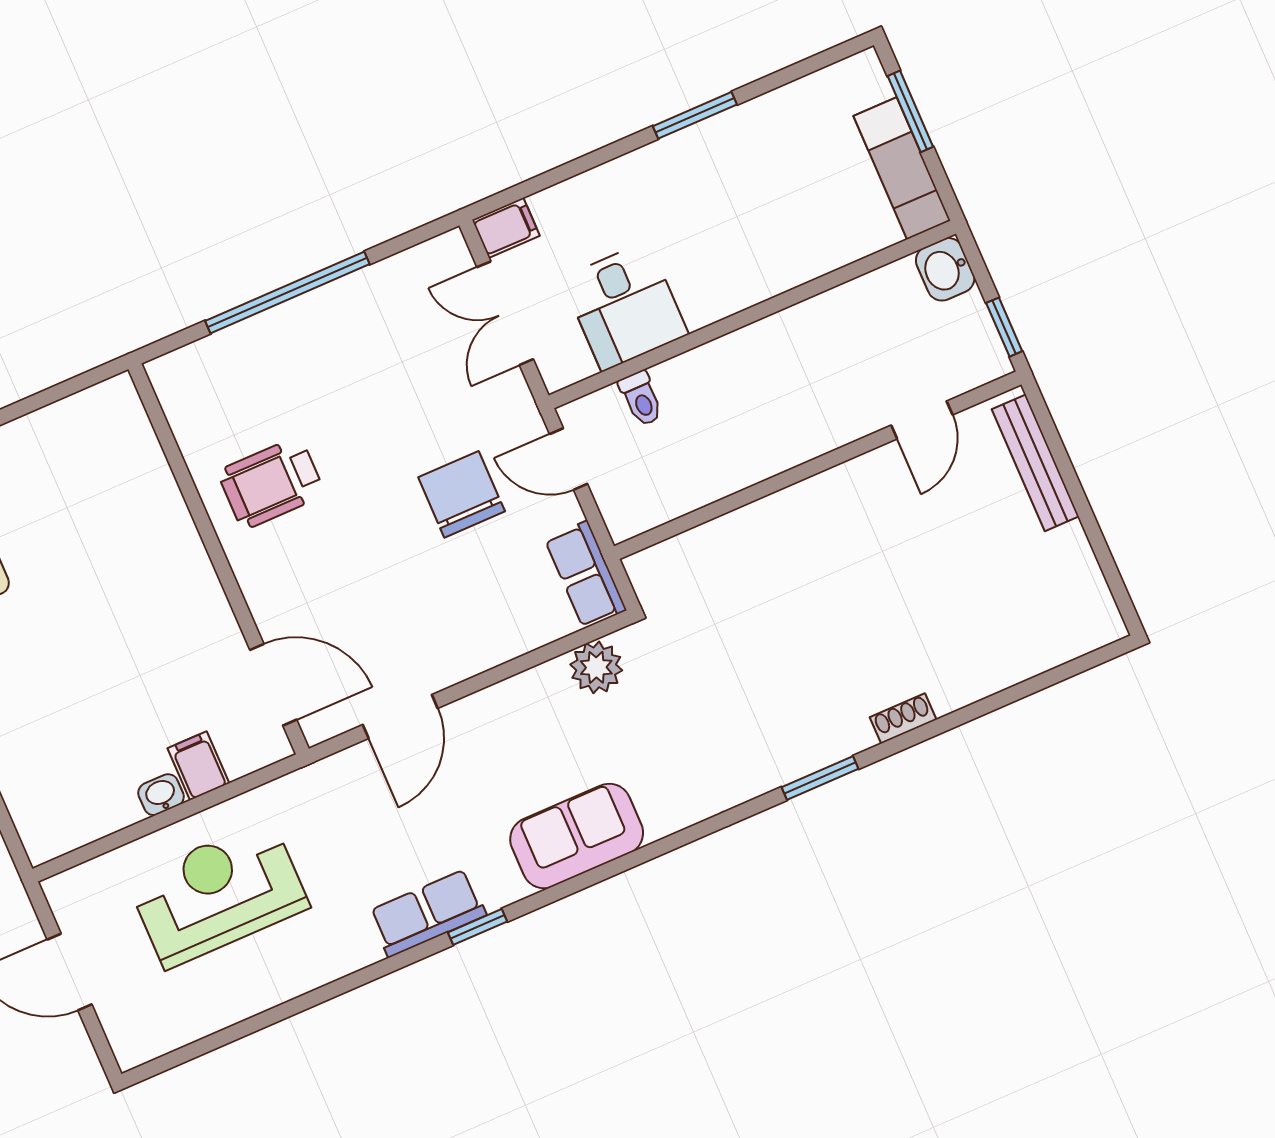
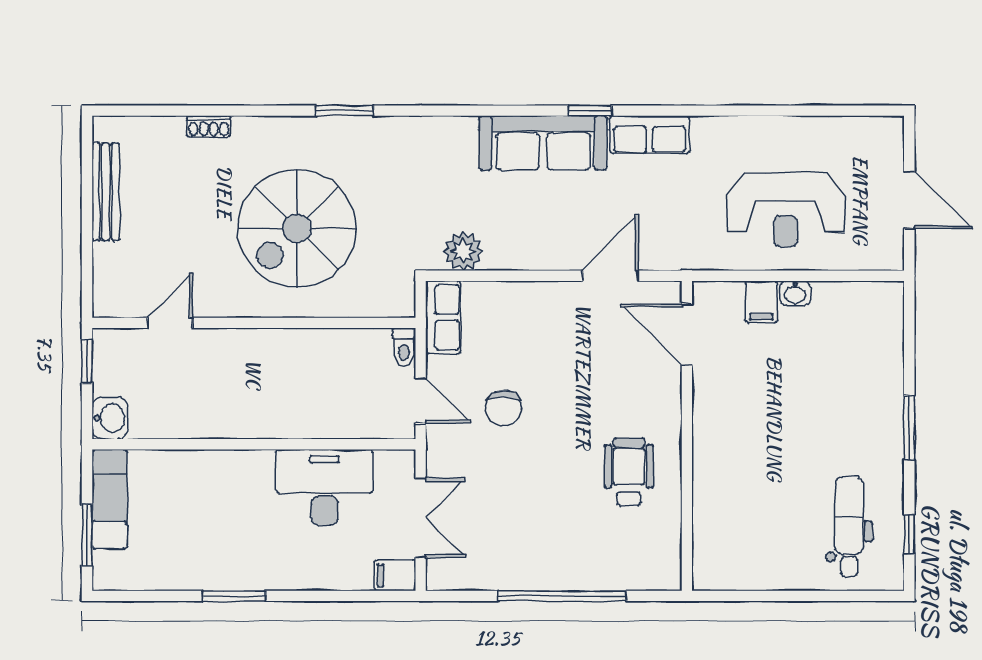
desk: (625, 306) -> (324, 487), width x1.37
toilet: (641, 398) -> (404, 347), moved, turned 180
bench: (1035, 463) -> (106, 192), moved
wheelchair: (271, 483) -> (629, 472), turned -90
chair: (462, 494) -> (503, 408), width x0.73, depth x0.73
spiral stairs: (815, 606) -> (297, 228), added
shoe rack: (903, 718) -> (209, 126), moved
sofa: (577, 836) -> (543, 143), width x1.36
window: (477, 927) -> (590, 111), moved

